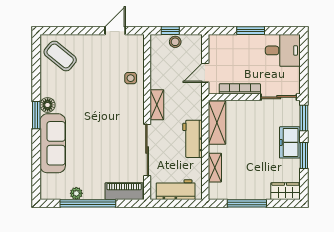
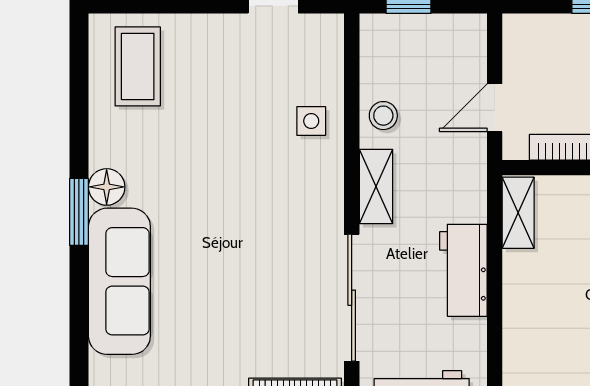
stool: (175, 42) -> (383, 116), moved
coffee table: (60, 56) -> (138, 66), turned 51
shelving: (217, 123) -> (518, 213), width x0.67, depth x0.75
shelving: (215, 168) -> (518, 341), removed

